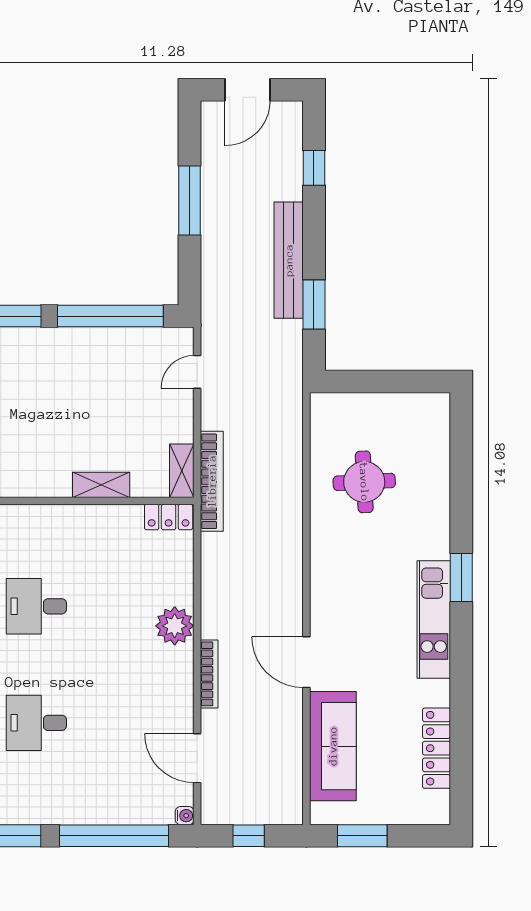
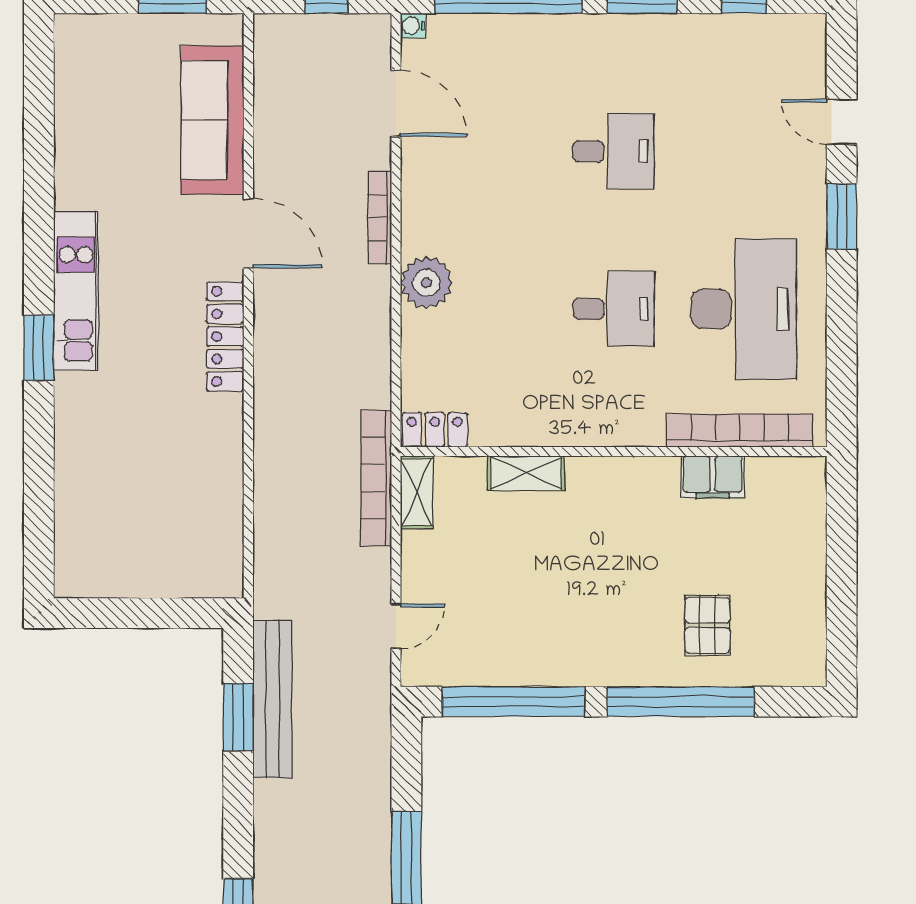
bench: (289, 260) -> (272, 699), moved
round table: (364, 482) -> (170, 477), removed
locker: (436, 748) -> (225, 336), moved, turned 180

